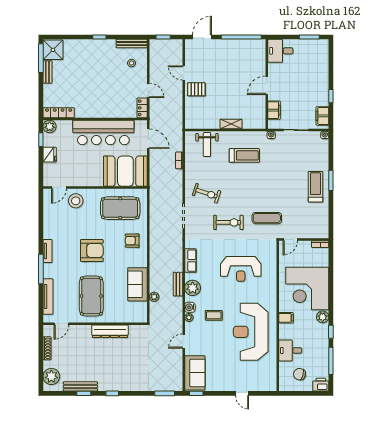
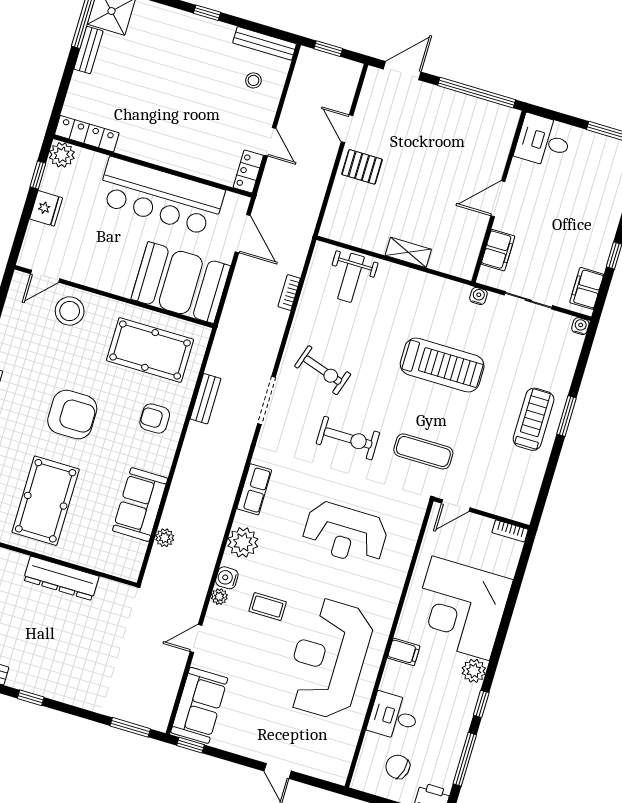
treadmill: (244, 155) -> (442, 365), moved, width x1.37, depth x1.38
bench: (178, 284) -> (206, 399), moved

